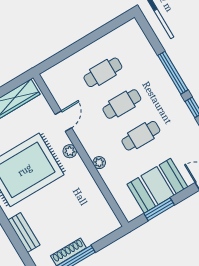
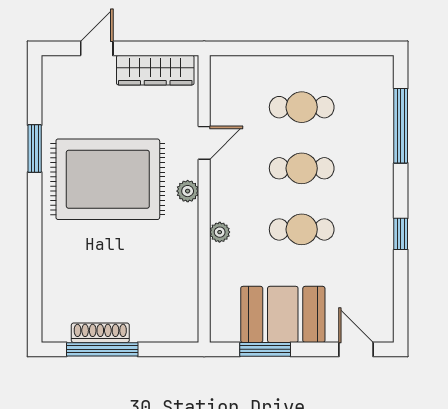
window: (173, 73) -> (401, 126), moved
bench: (24, 233) -> (53, 268), removed

